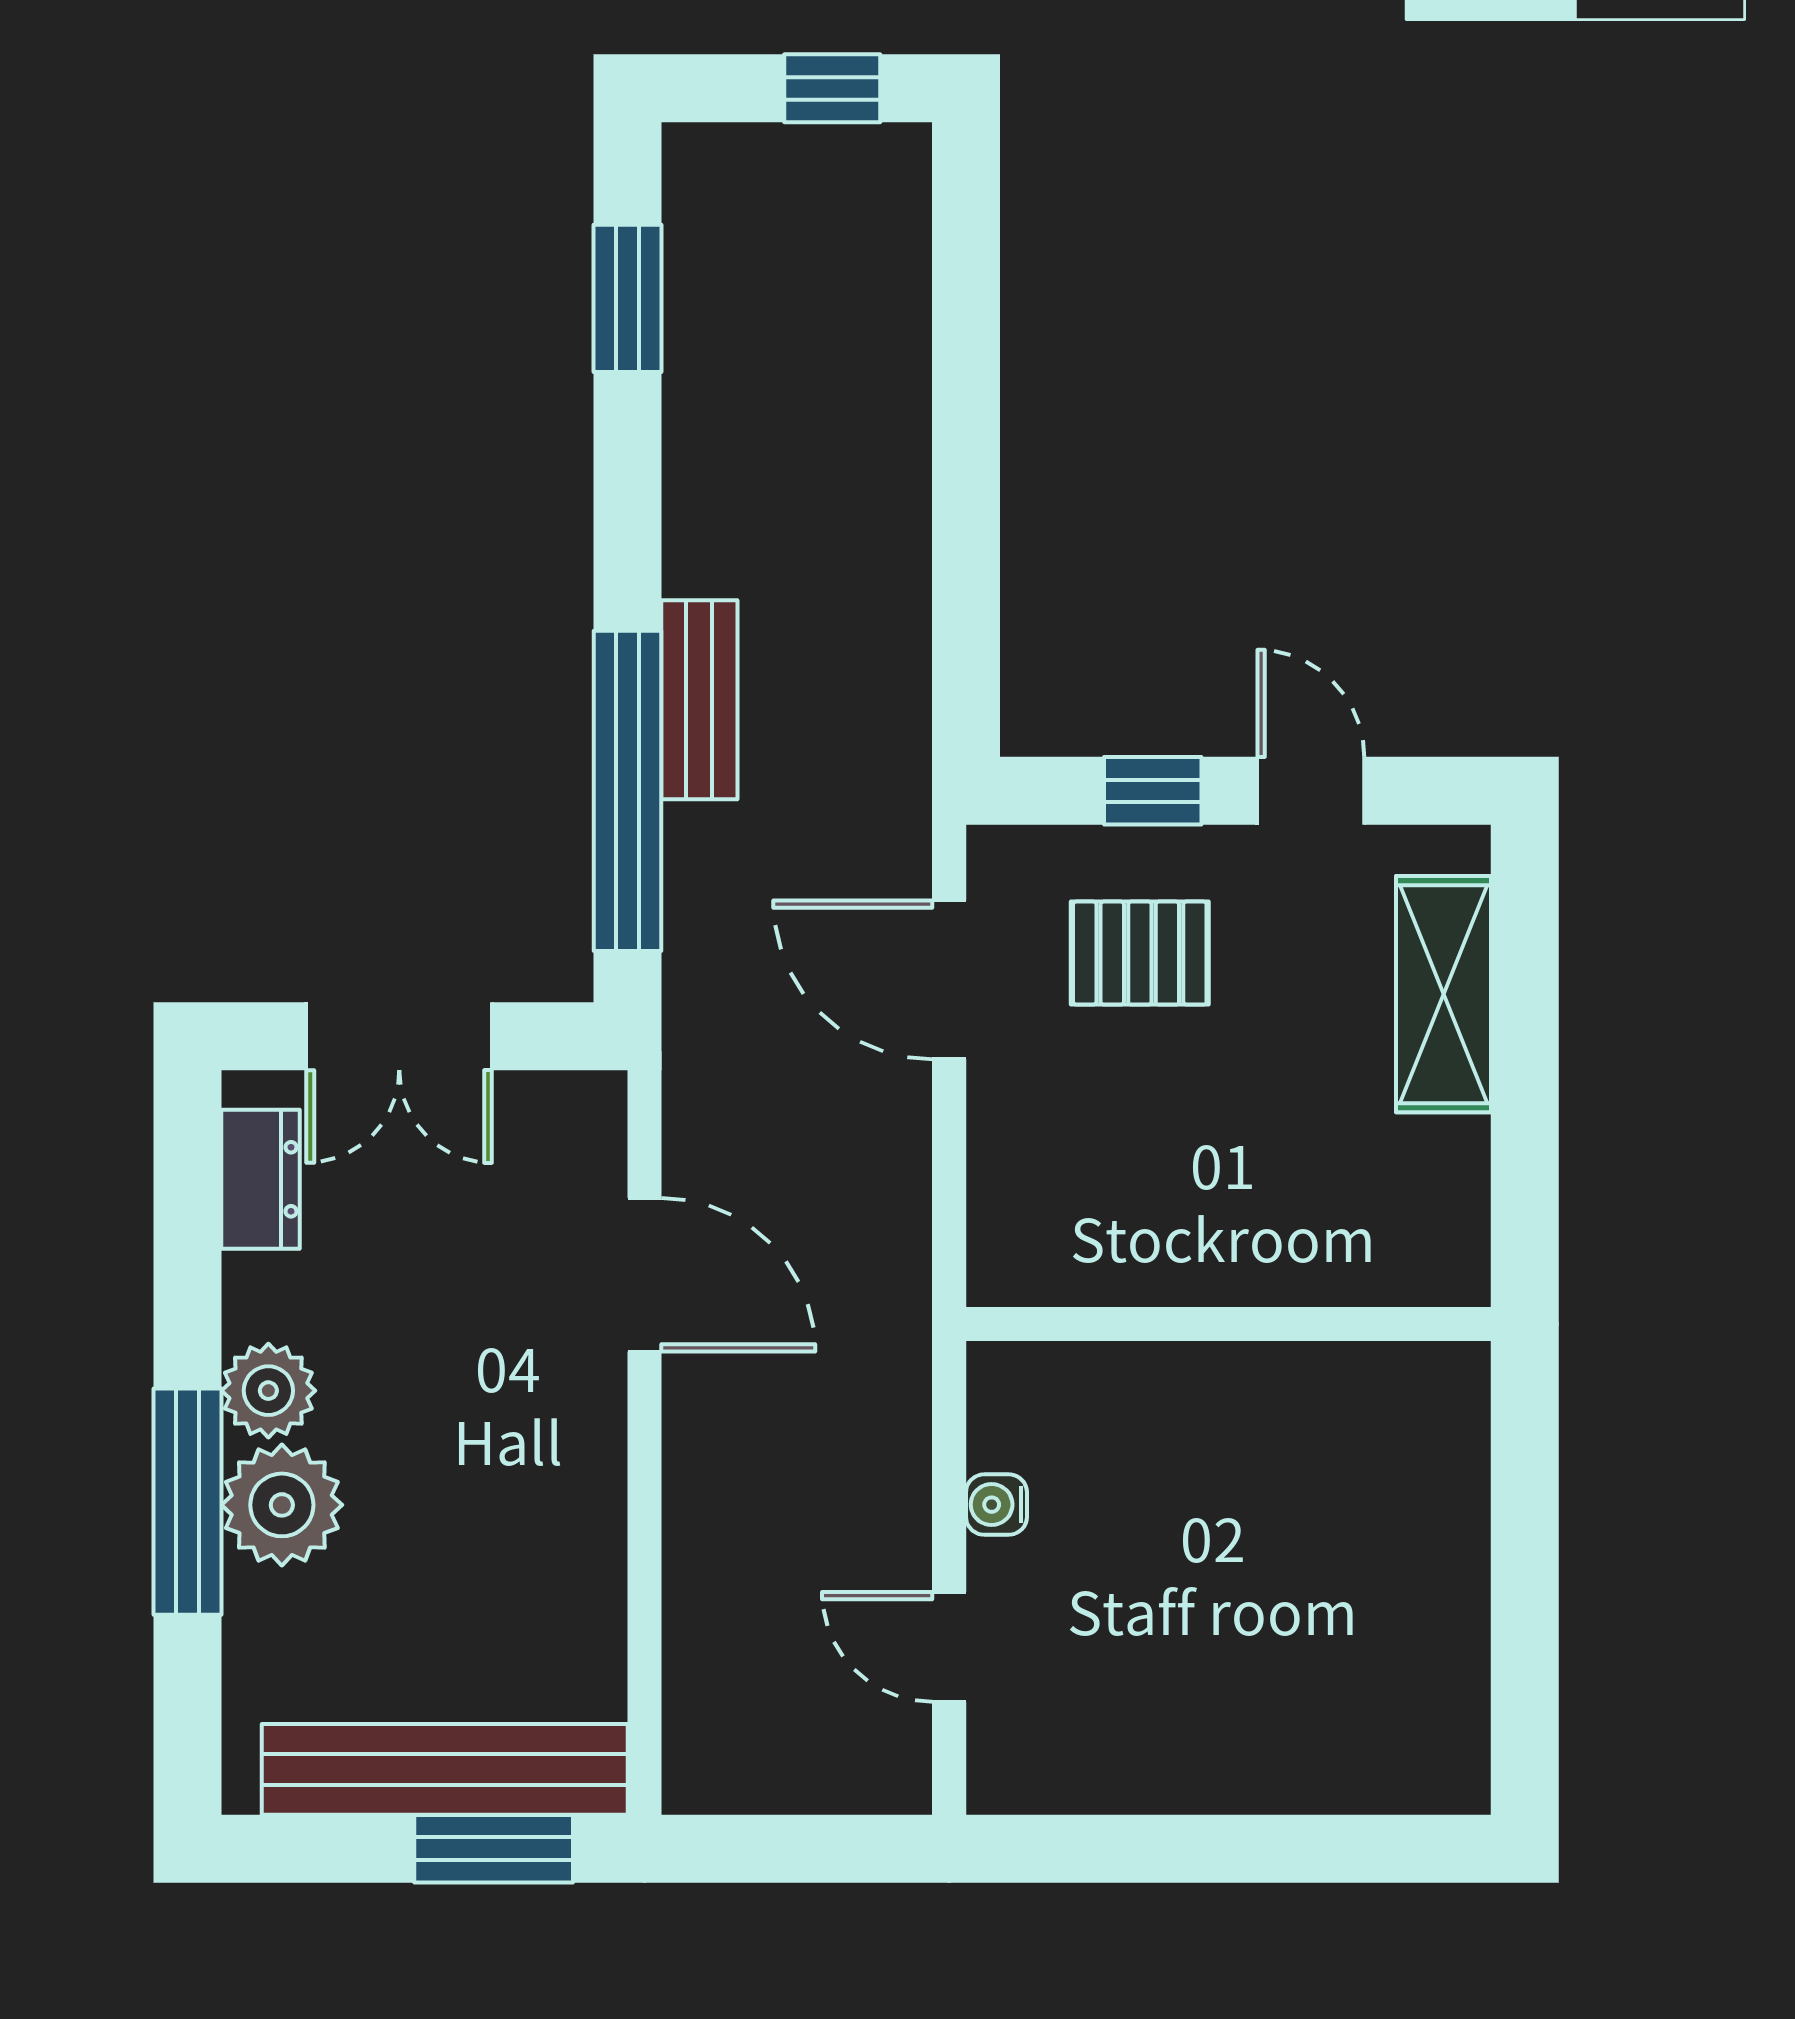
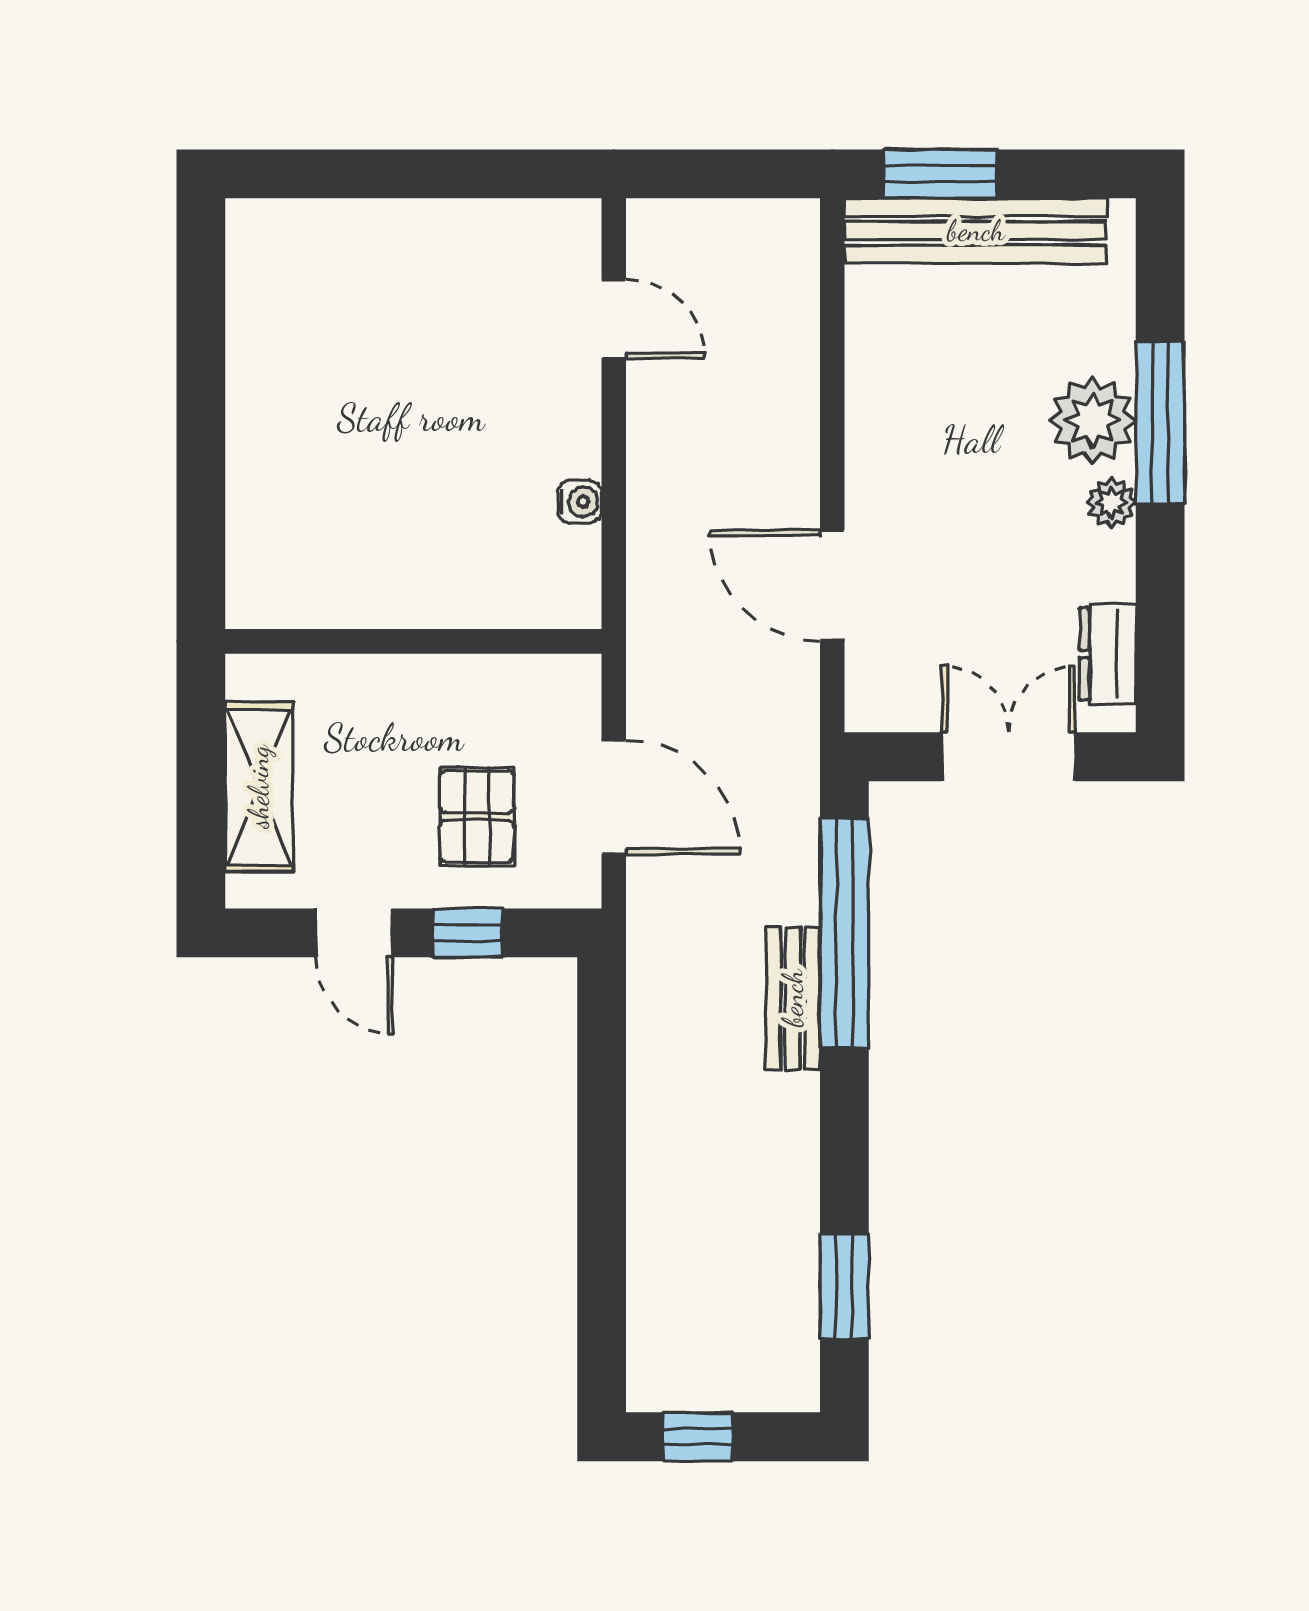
pallet: (1140, 953) -> (477, 816), turned 90
wall: (1228, 1324) -> (413, 641), moved
plant: (268, 1391) -> (1111, 503), width x0.73, depth x0.73
water cooler: (996, 1505) -> (580, 502), moved

